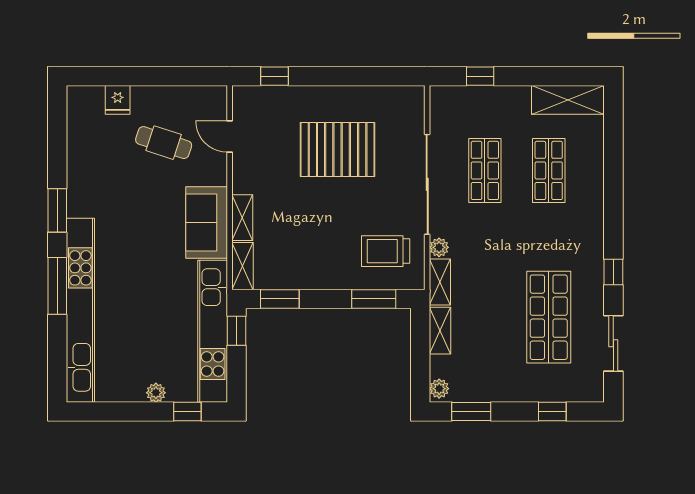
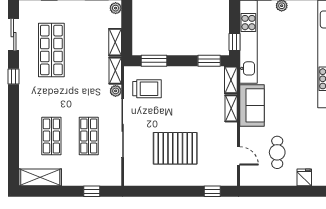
cafe table: (164, 143) -> (277, 152), turned 72

